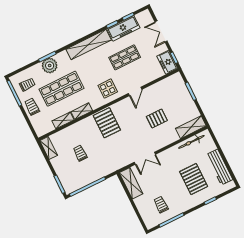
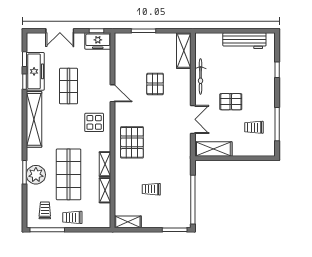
pallet: (107, 123) -> (132, 142), turned 90
bicycle: (191, 142) -> (200, 76), moved
pallet: (194, 179) -> (231, 102), moved, width x0.67, depth x0.71

